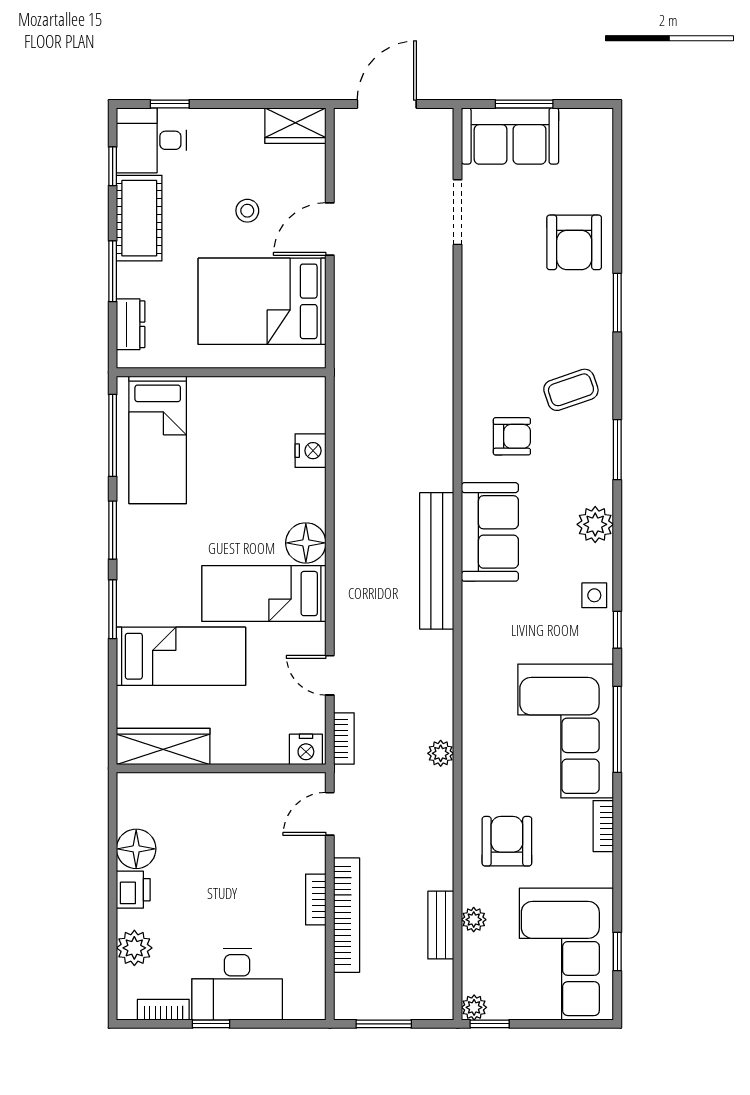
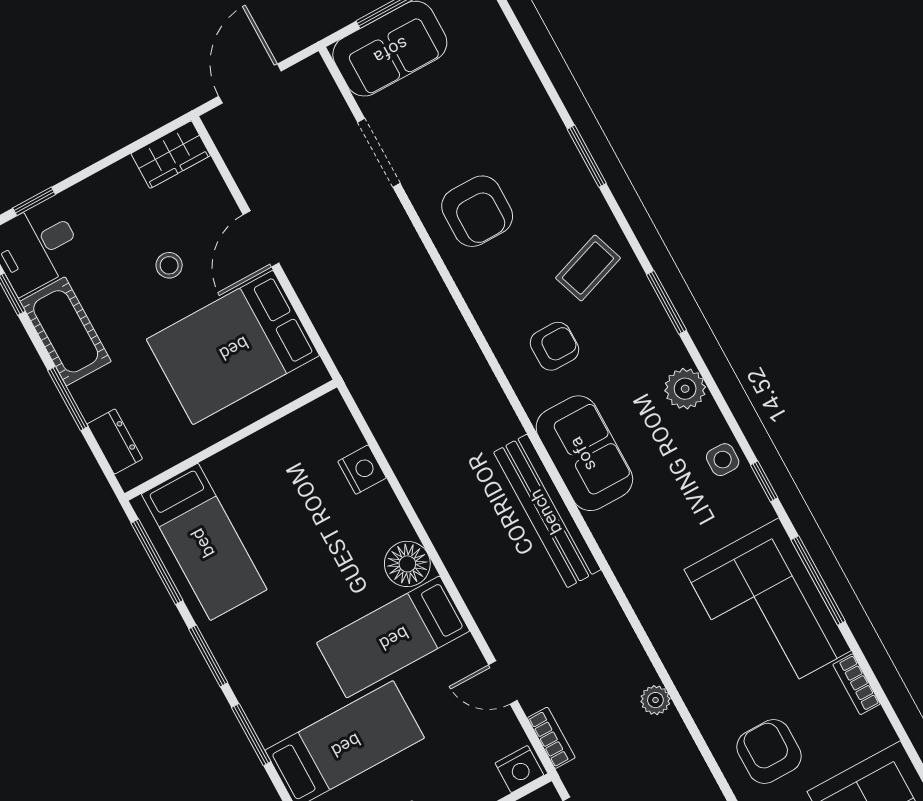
armchair: (574, 242) -> (477, 211), moved

